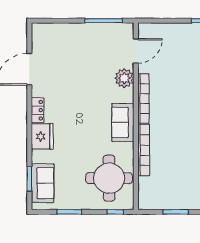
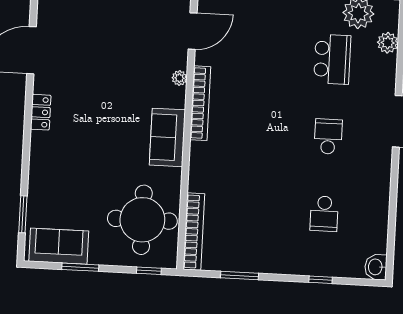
plant: (124, 78) -> (179, 78), width x0.53, depth x0.53
fridge: (42, 136) -> (46, 152), removed
bookcase: (144, 150) -> (194, 232), moved
sofa: (43, 183) -> (59, 246), moved, turned -90

